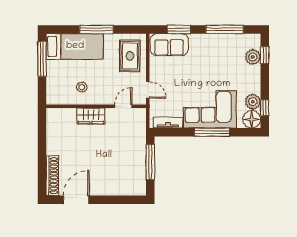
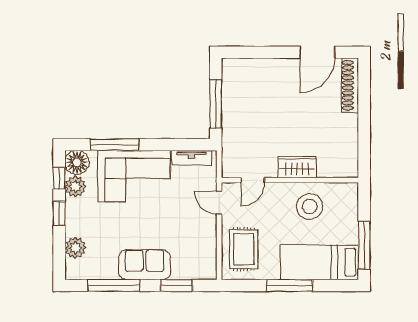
sofa: (169, 45) -> (145, 265), moved
window: (265, 55) -> (59, 213), moved
stool: (82, 87) -> (310, 206), width x1.89, depth x1.89
window: (212, 132) -> (115, 145), moved

